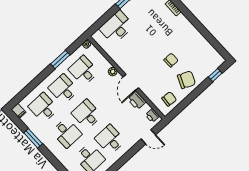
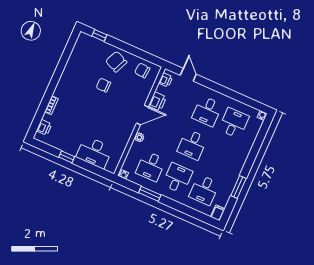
desk: (63, 89) -> (177, 178), turned 180
desk: (67, 133) -> (219, 156), removed

